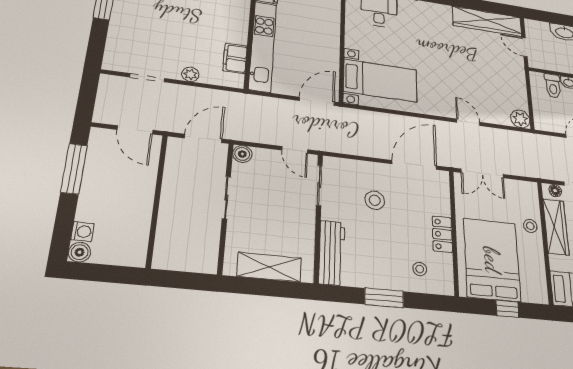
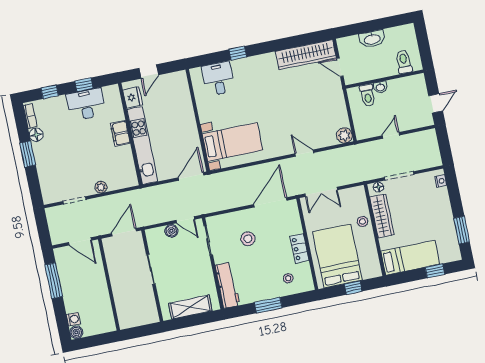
filing cabinet: (235, 58) -> (120, 133), moved
boiler: (242, 154) -> (171, 231), moved

